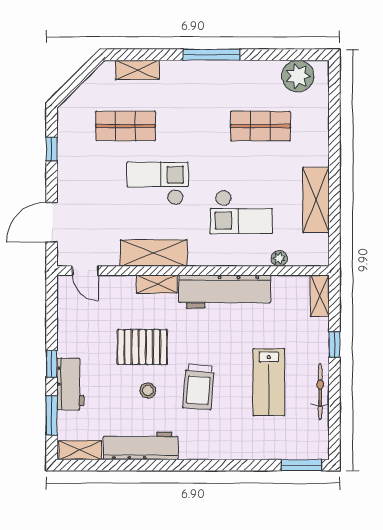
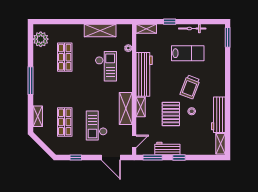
checkout: (158, 183) -> (97, 126), moved
workbench: (70, 384) -> (167, 148), moved
trolley: (198, 387) -> (190, 87), turned 106
window: (52, 415) -> (153, 157), moved

